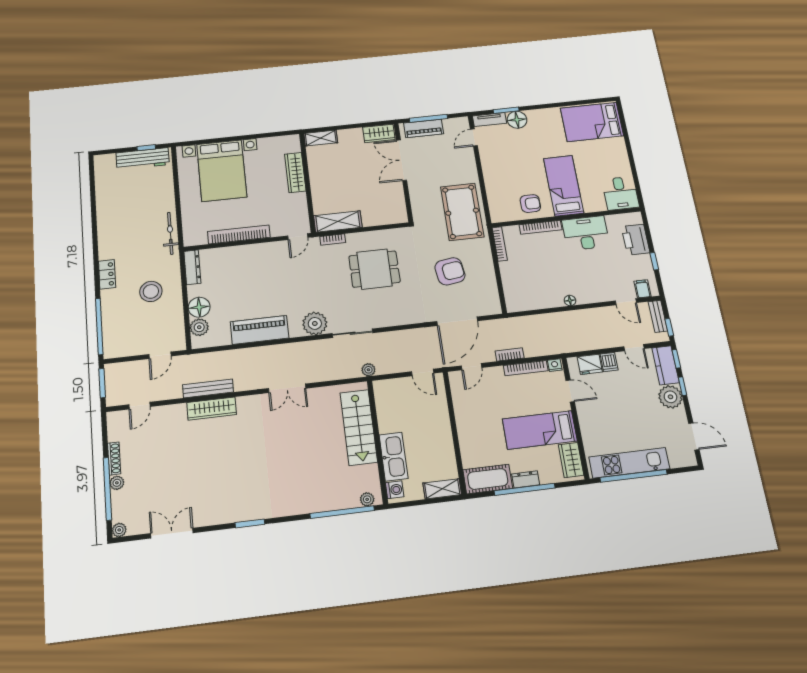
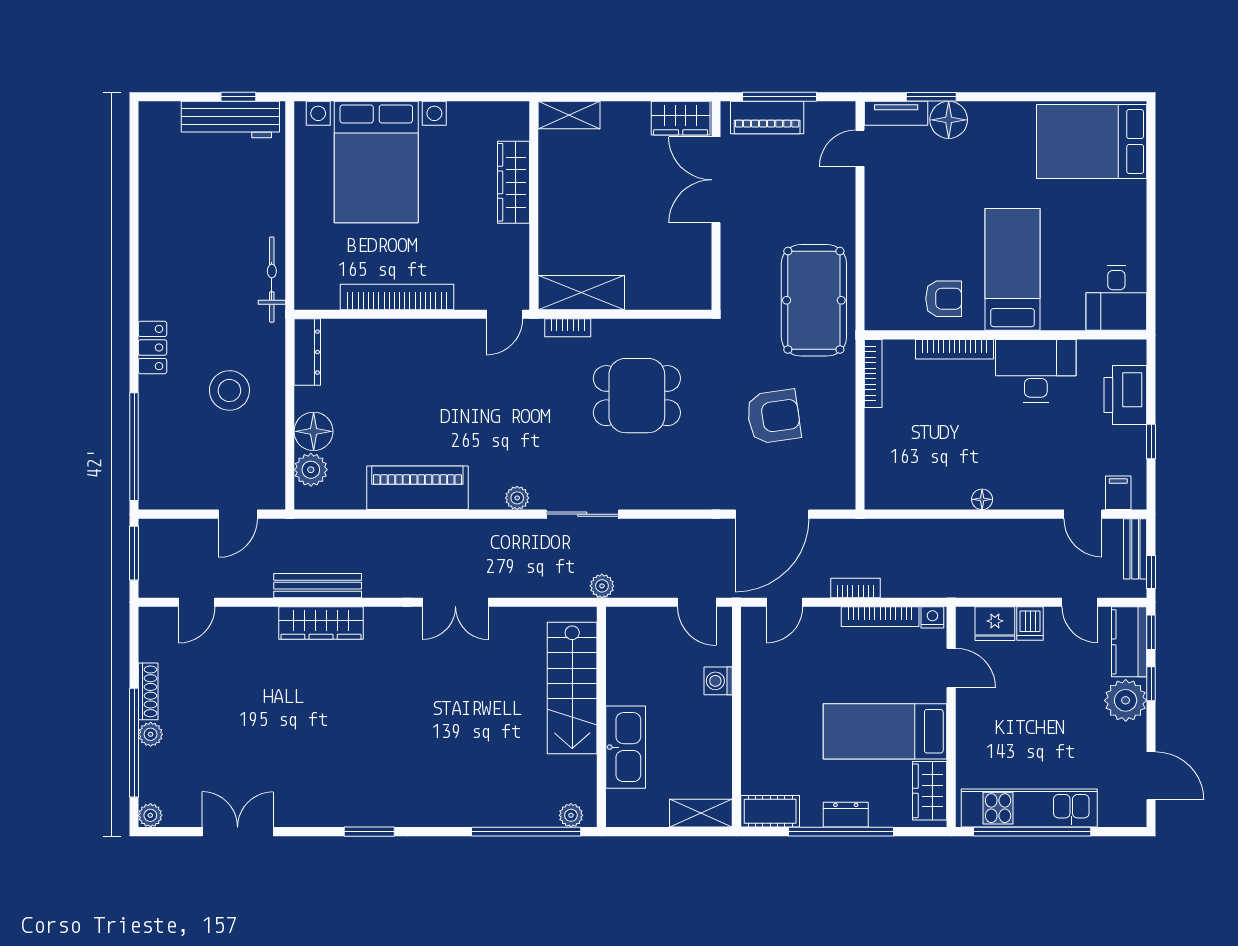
plant: (315, 323) -> (517, 498), width x0.53, depth x0.53
cot: (488, 479) -> (770, 811), width x0.73, depth x0.75
washing machine: (395, 490) -> (718, 681), moved, turned 180

